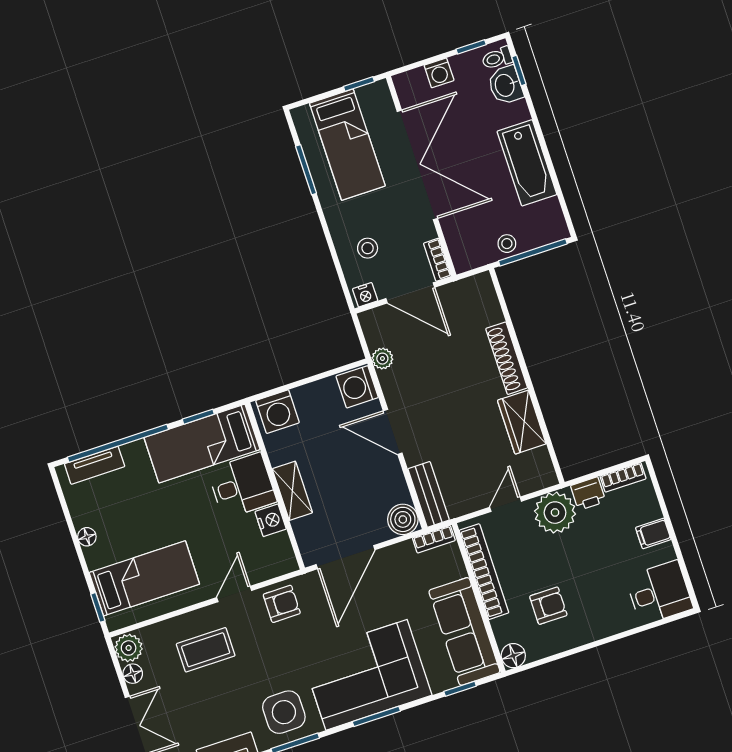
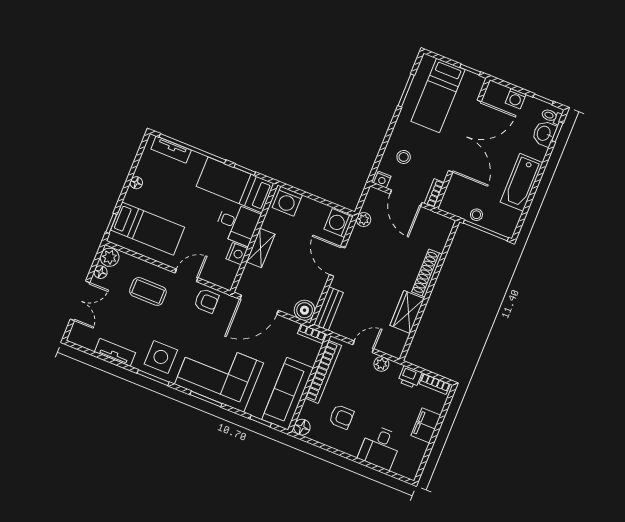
plant: (555, 513) -> (381, 364), width x0.53, depth x0.53
filing cabinet: (653, 533) -> (426, 425), width x2.00
desk: (659, 593) -> (380, 447), moved, turned 90

